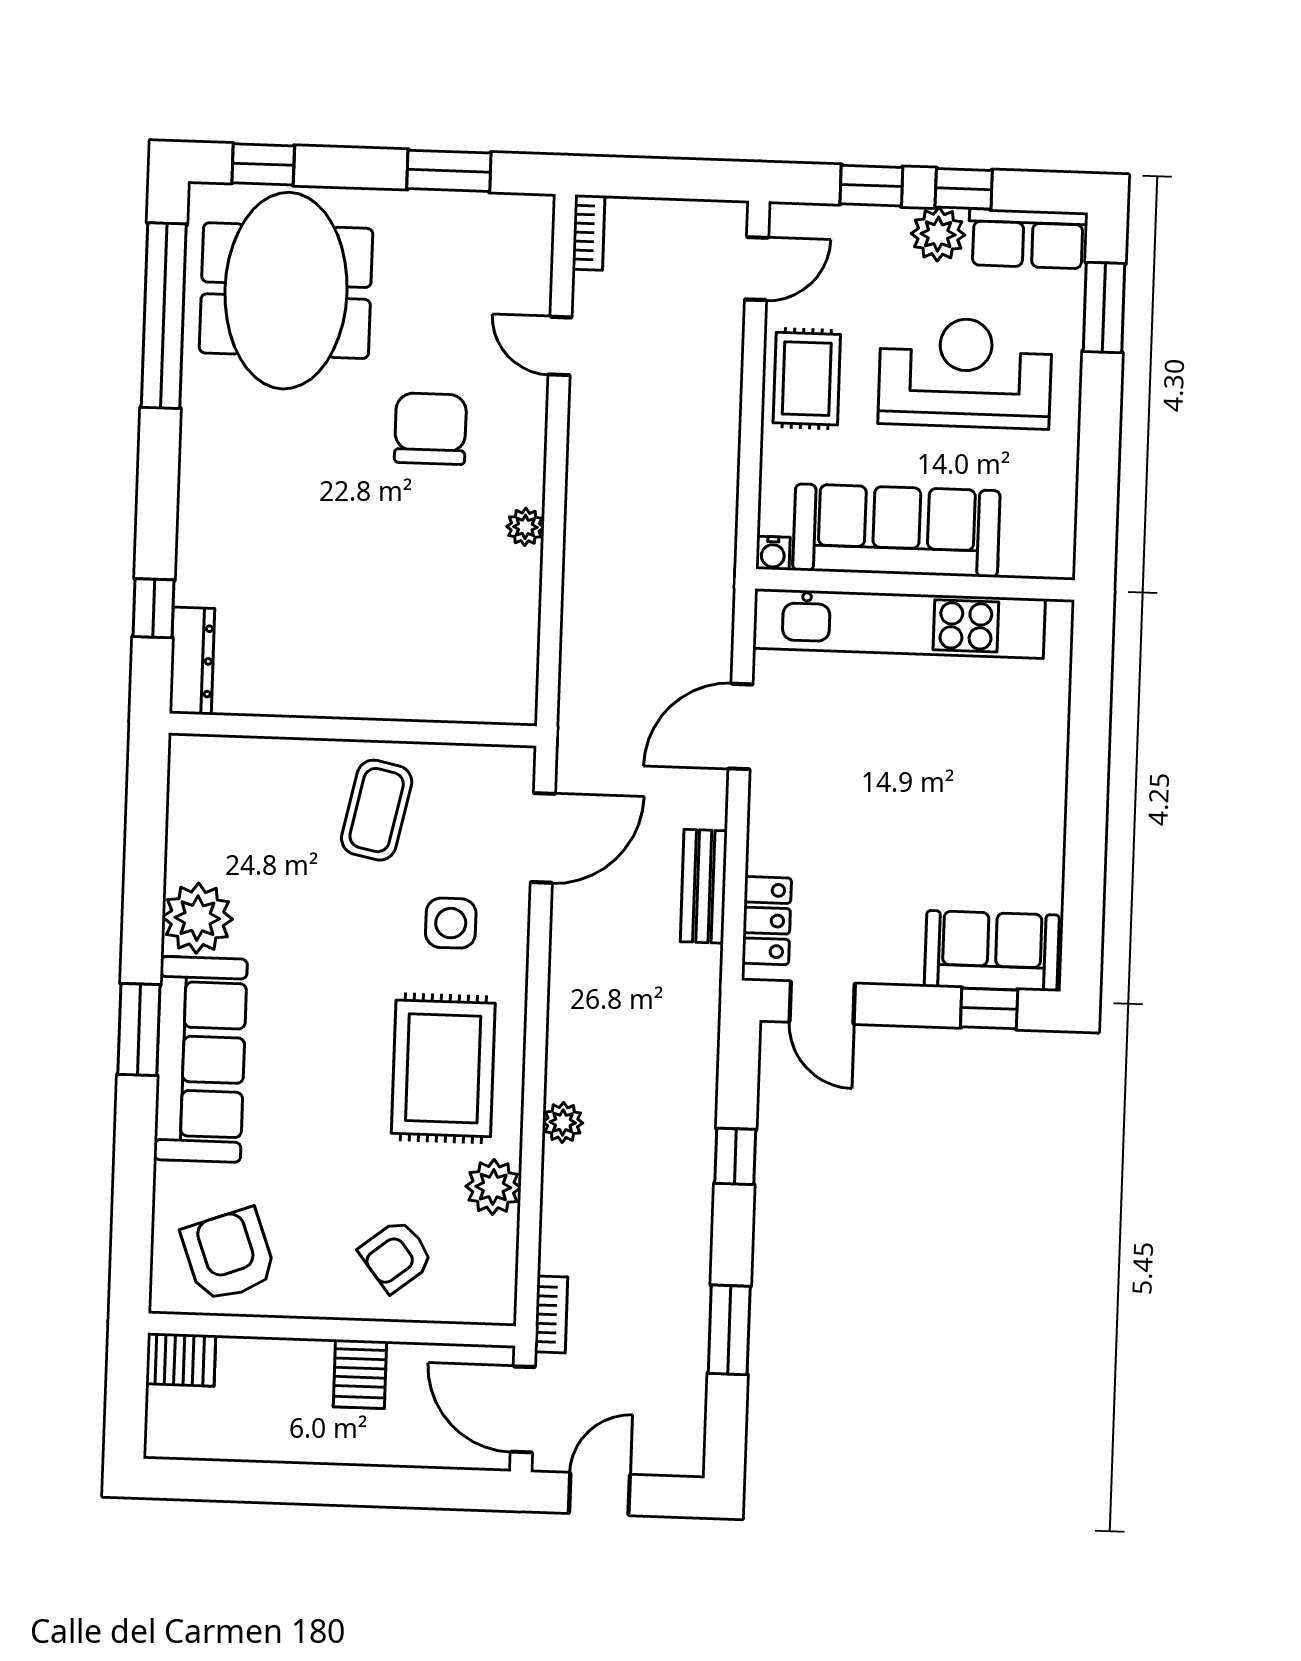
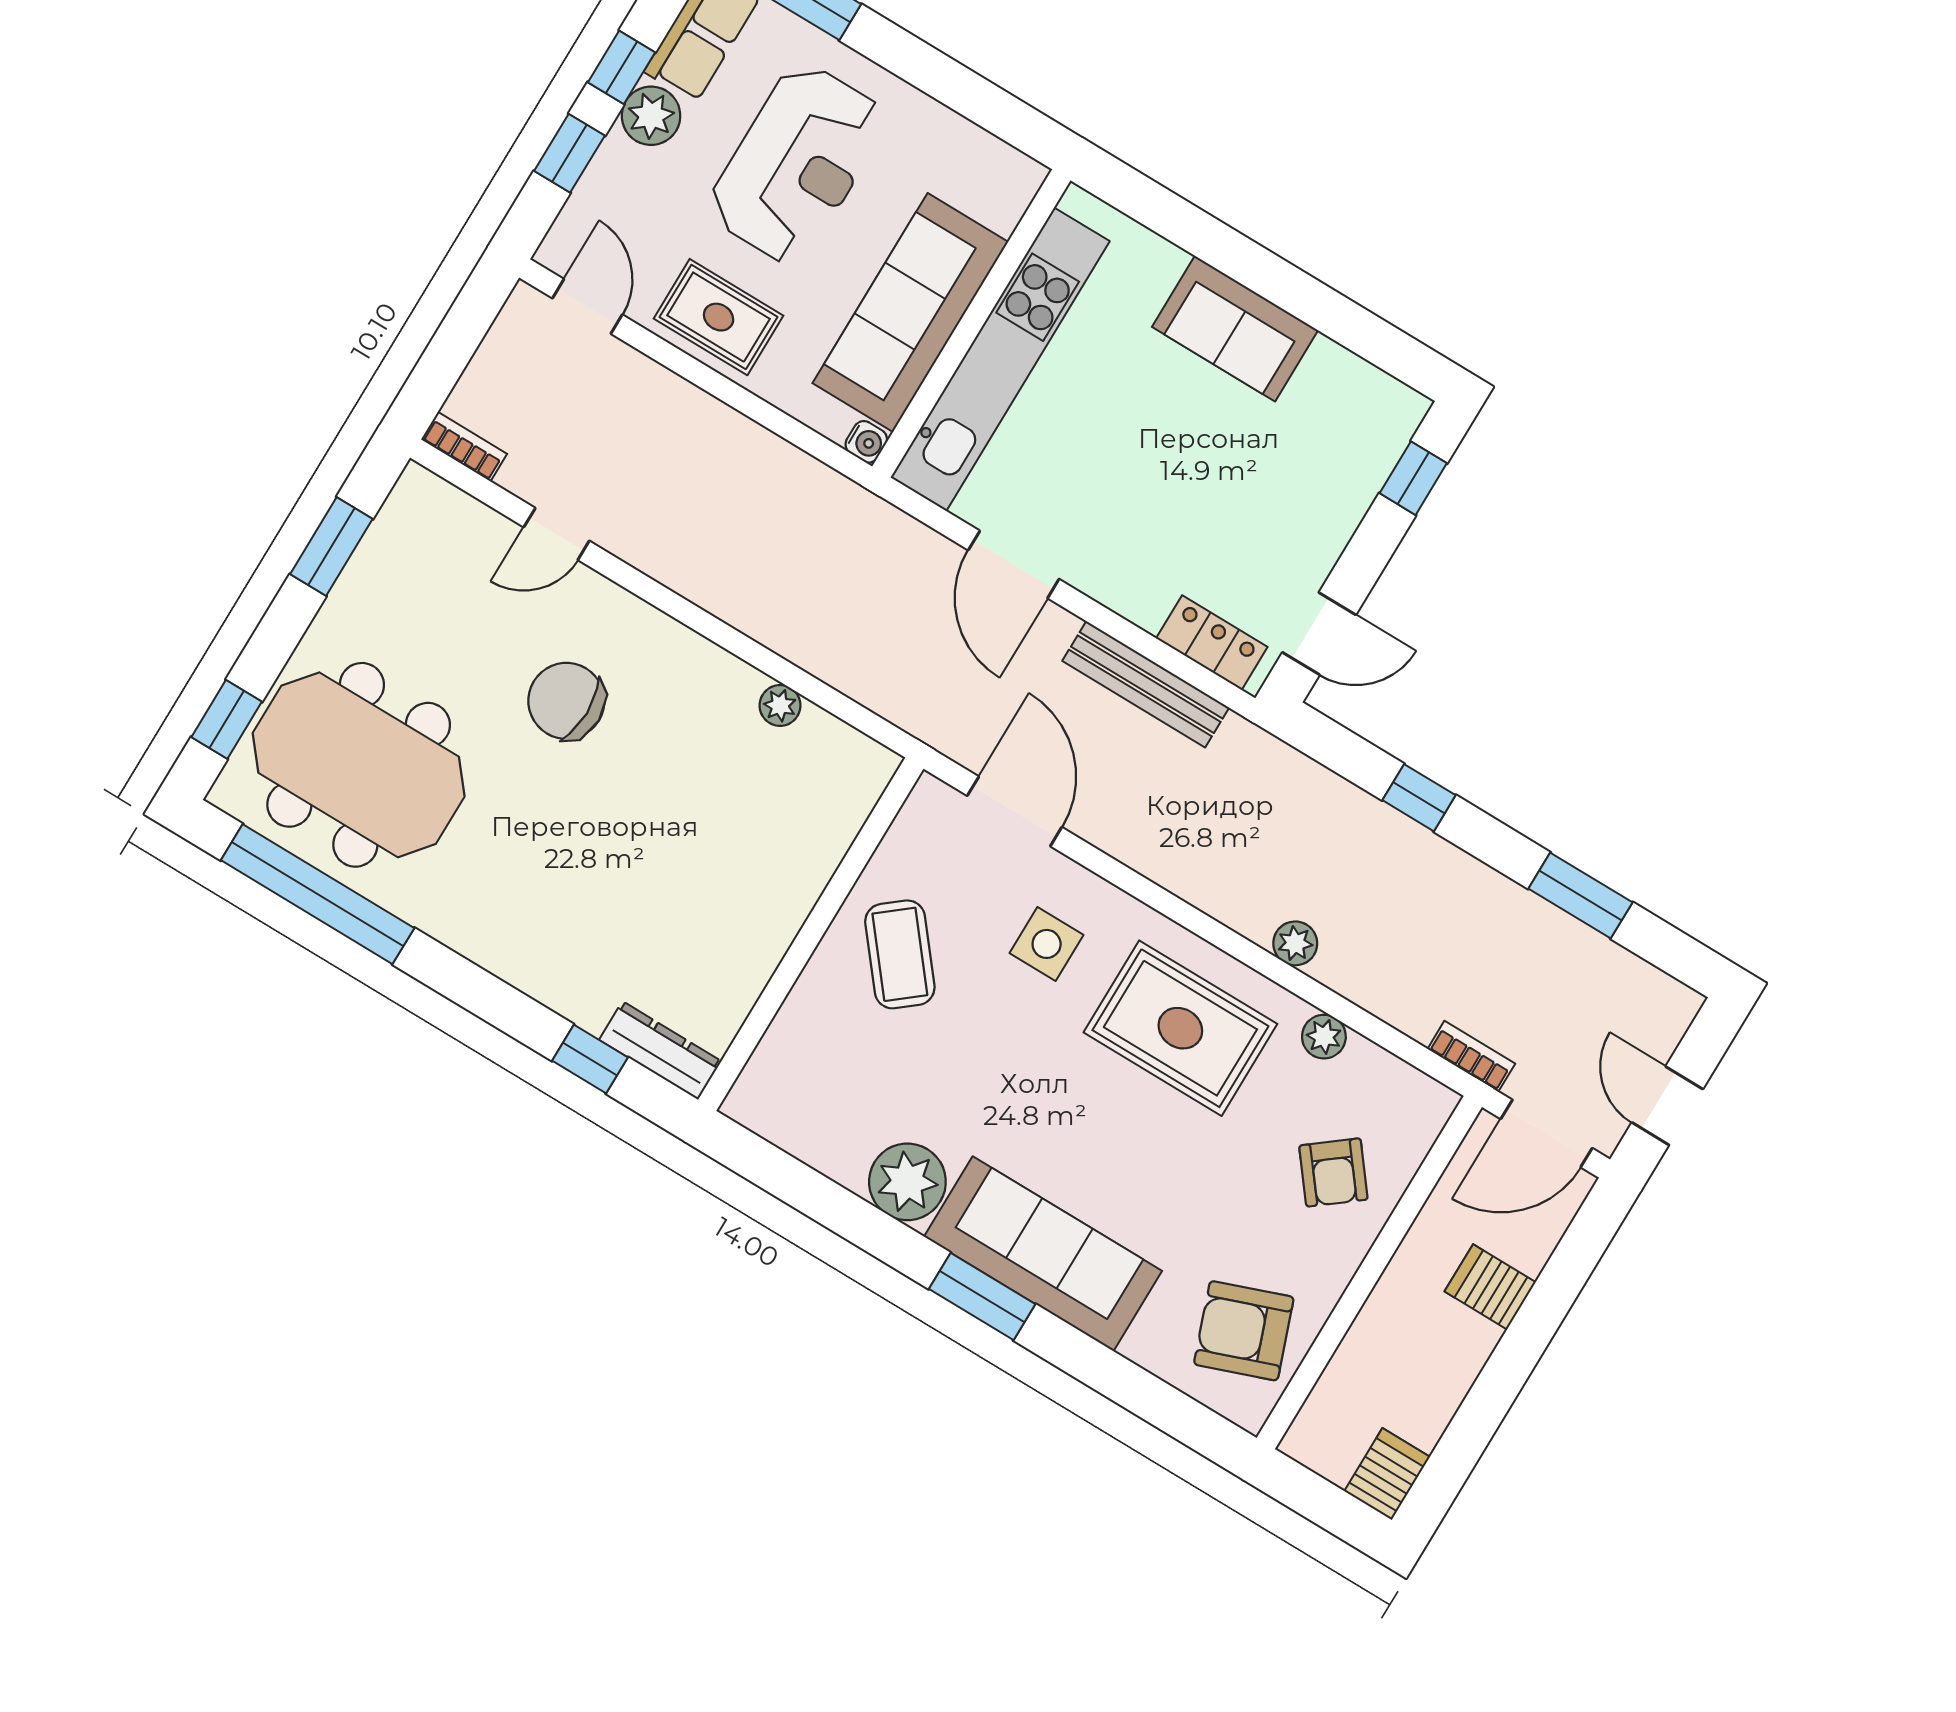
reception desk: (965, 373) -> (797, 164), turned 180
plant: (525, 527) -> (780, 705), moved
coffee table: (377, 810) -> (900, 954), turned 39
bench: (704, 886) -> (1146, 684), width x1.36
sofa: (992, 951) -> (1235, 329), moved, turned -90
plant: (493, 1187) -> (1324, 1037), width x0.73, depth x0.73
server rack: (181, 1360) -> (1387, 1474), moved
server rack: (360, 1374) -> (1490, 1287), moved, turned 180

